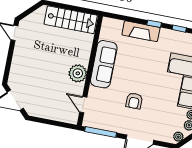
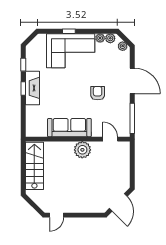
fireplace: (141, 31) -> (32, 88), moved
armchair: (134, 101) -> (98, 93), turned -90
door: (83, 105) -> (110, 139), swing flipped

